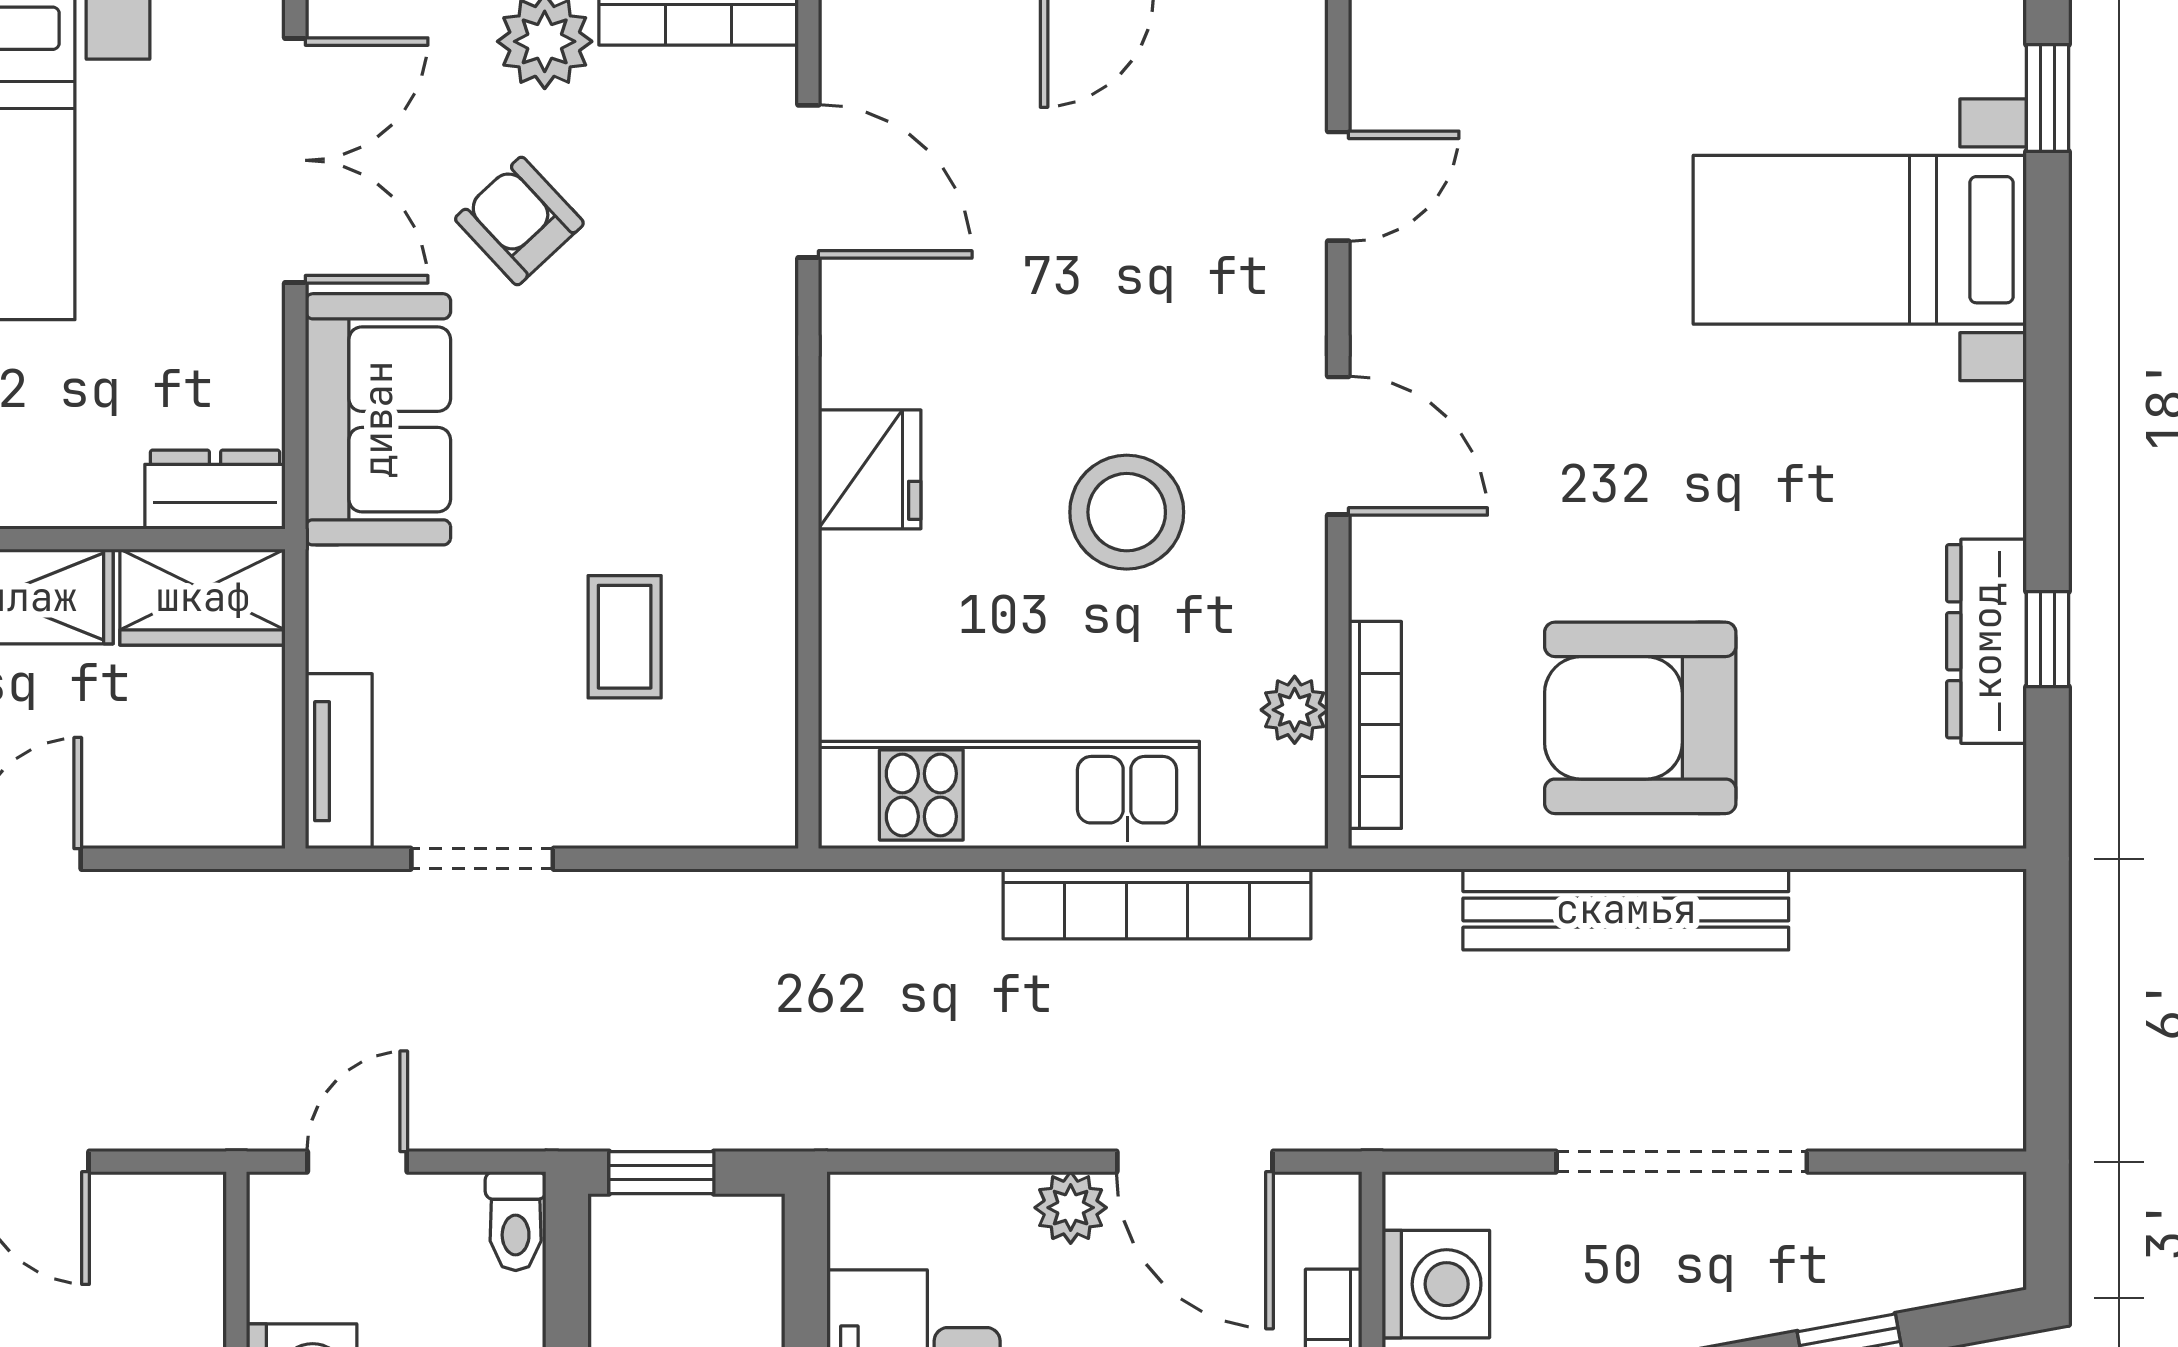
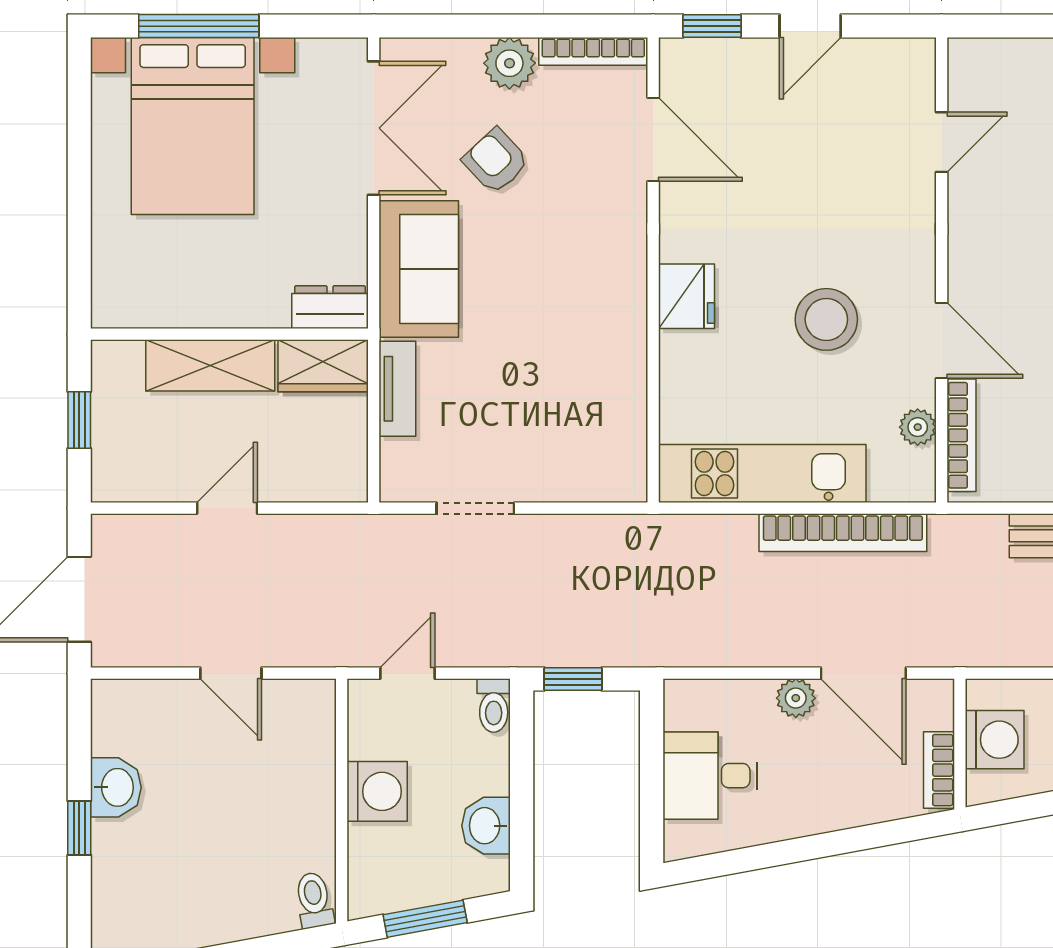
door: (1338, 446) -> (942, 341), moved
coffee table: (625, 637) -> (553, 387), removed
tv unit: (339, 761) -> (397, 389), moved

